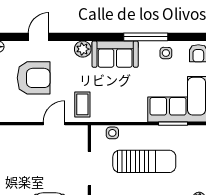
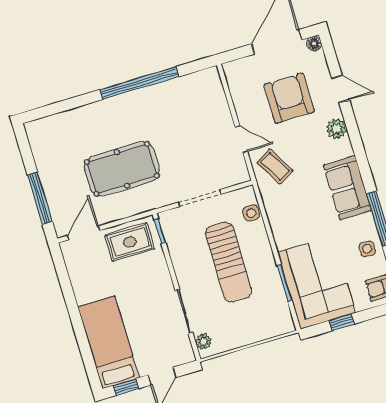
plant: (83, 49) -> (336, 129), moved
armchair: (34, 78) -> (289, 98), turned 180
coffee table: (82, 104) -> (275, 166), turned 60

